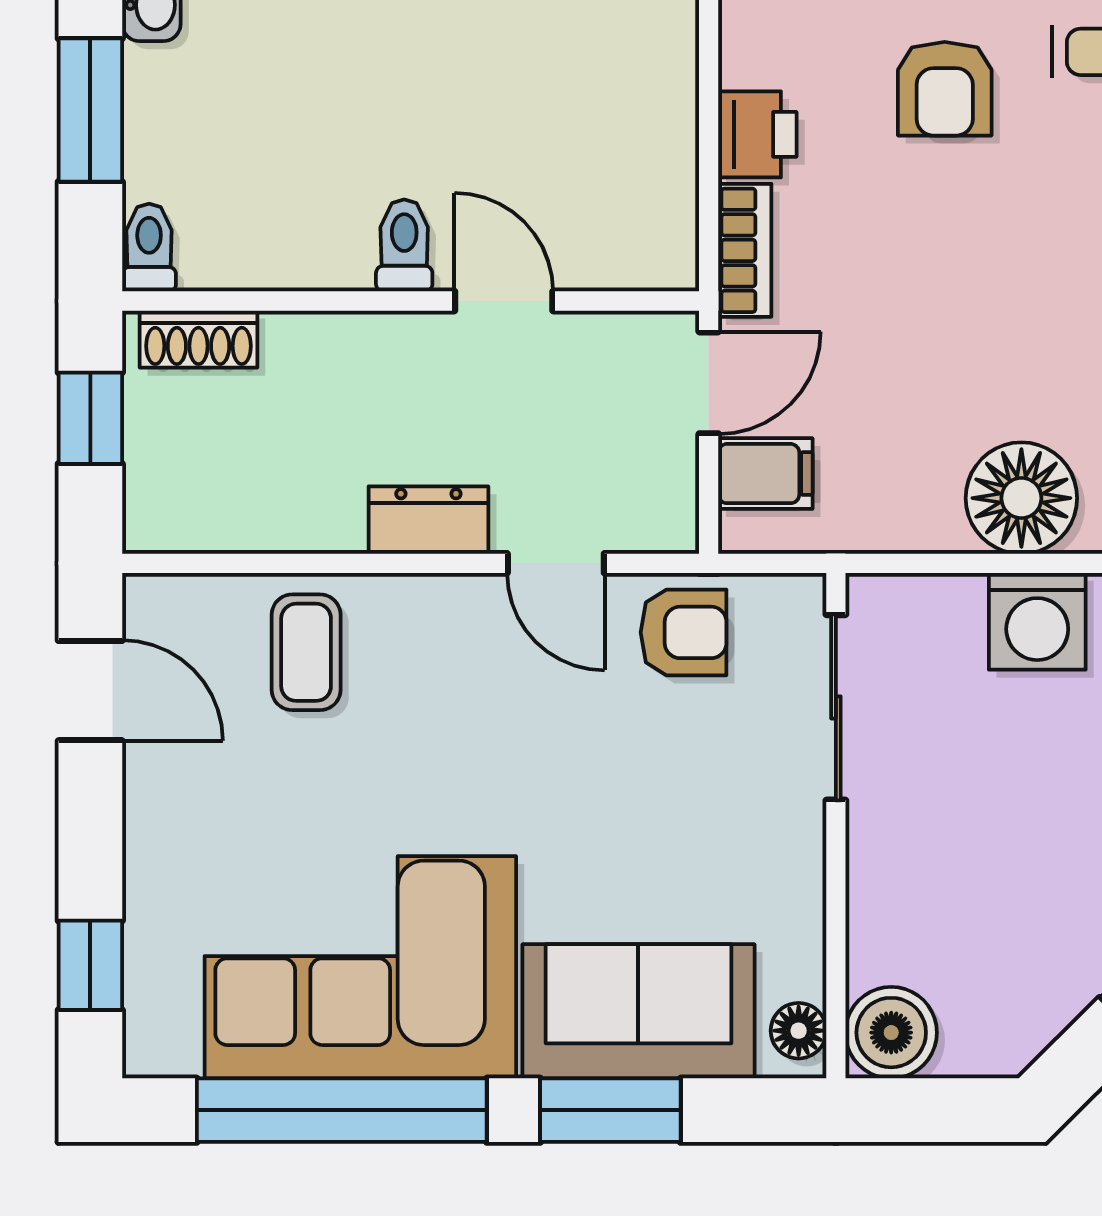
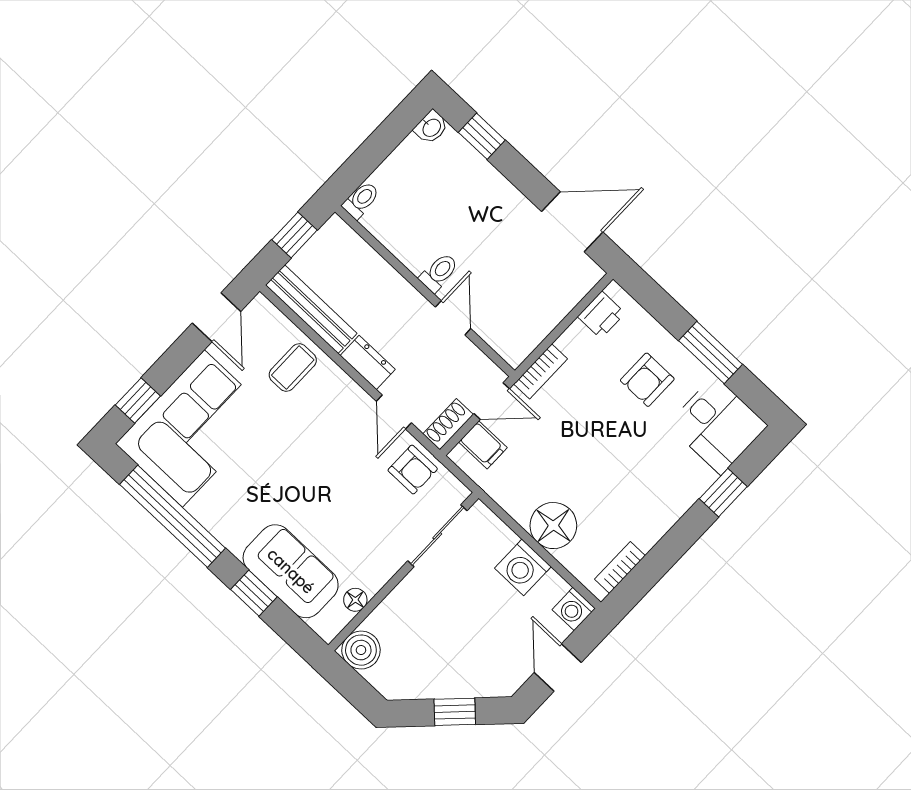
window: (90, 110) -> (383, 142), removed
printer: (757, 134) -> (601, 315), moved
shoe rack: (198, 339) -> (448, 424), moved, turned 90
bench: (242, 520) -> (311, 309), added
corner sofa: (360, 967) -> (193, 428), moved, turned 90
floor lamp: (799, 1031) -> (355, 600), moved
window: (610, 1110) -> (254, 593), width x0.67

